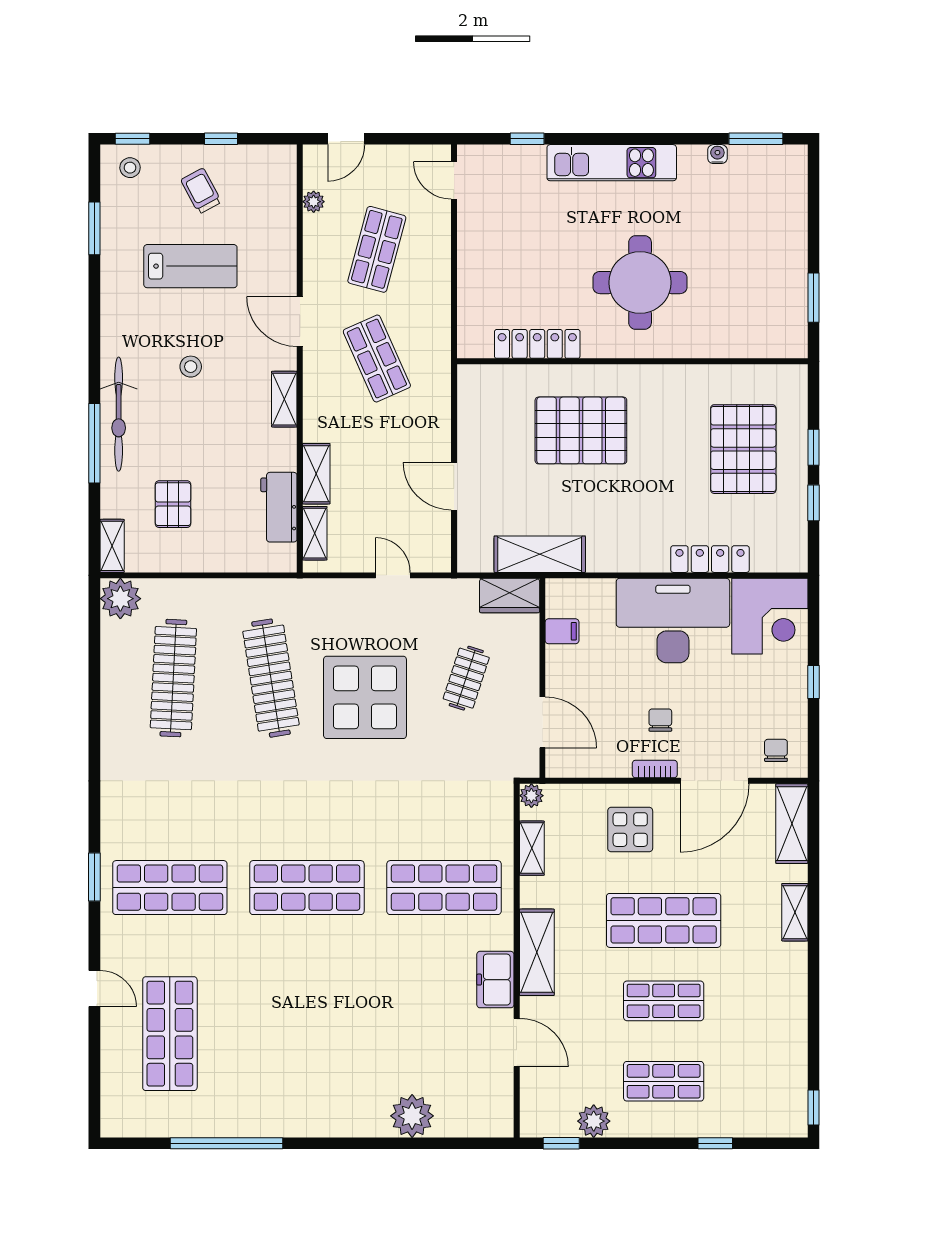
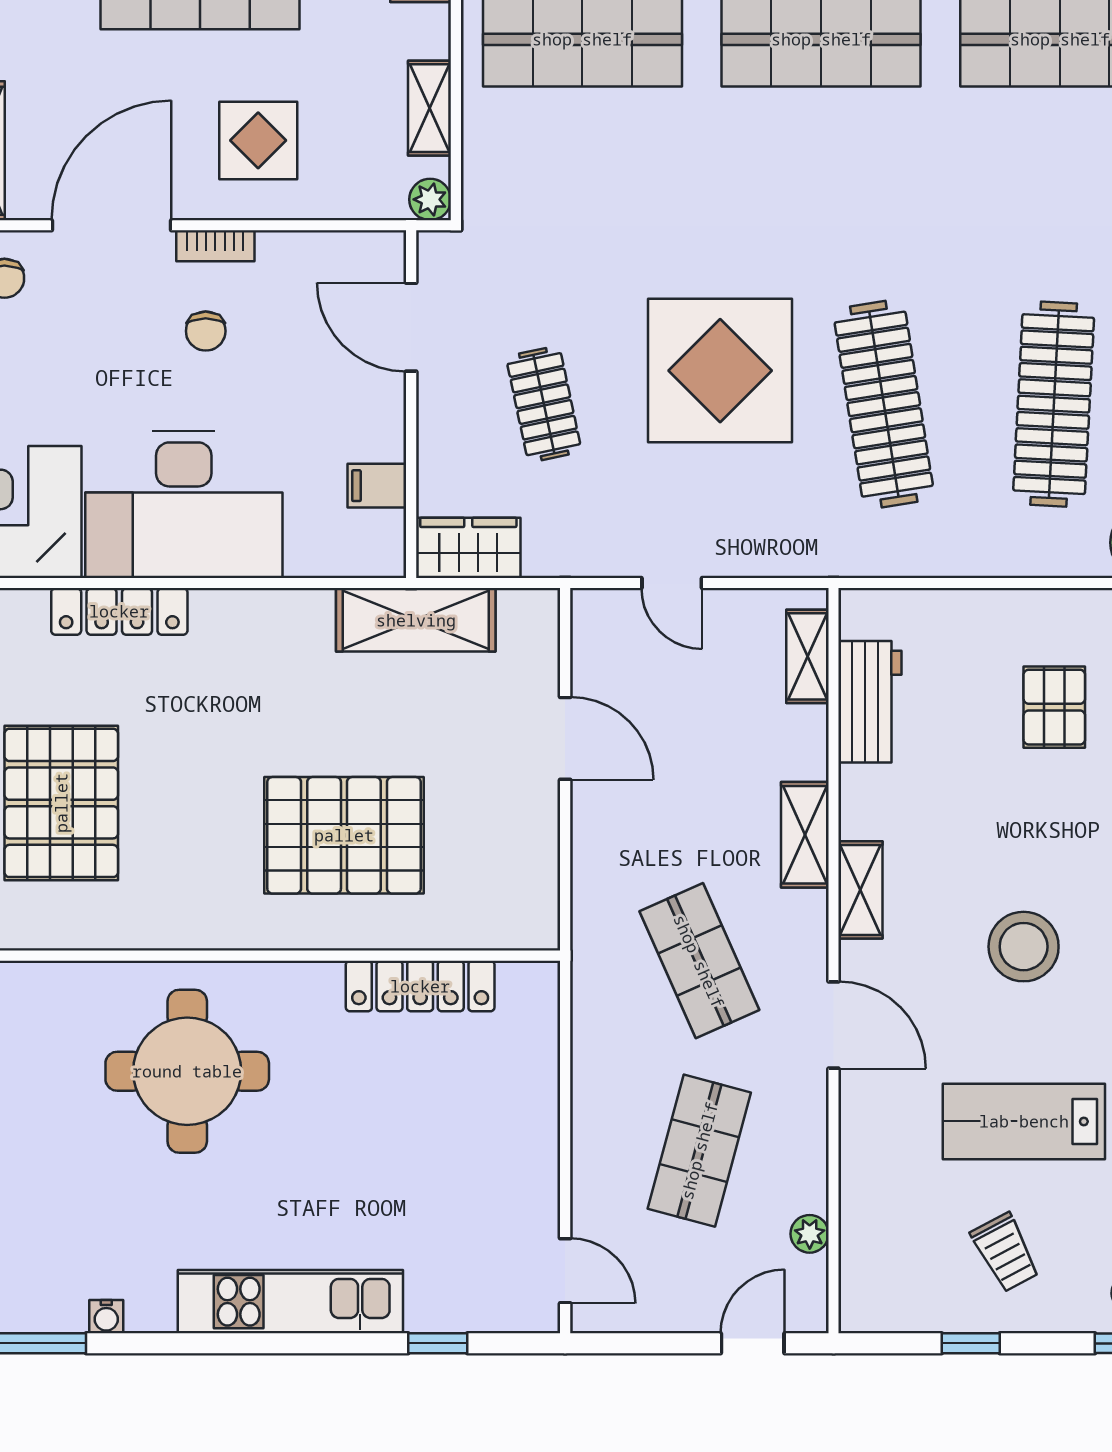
round table: (640, 283) -> (187, 1071), moved
stool: (191, 367) -> (1024, 947), width x1.89, depth x1.89
shelving: (316, 474) -> (805, 835), moved
clothes rail: (466, 678) -> (544, 404), turned -30

